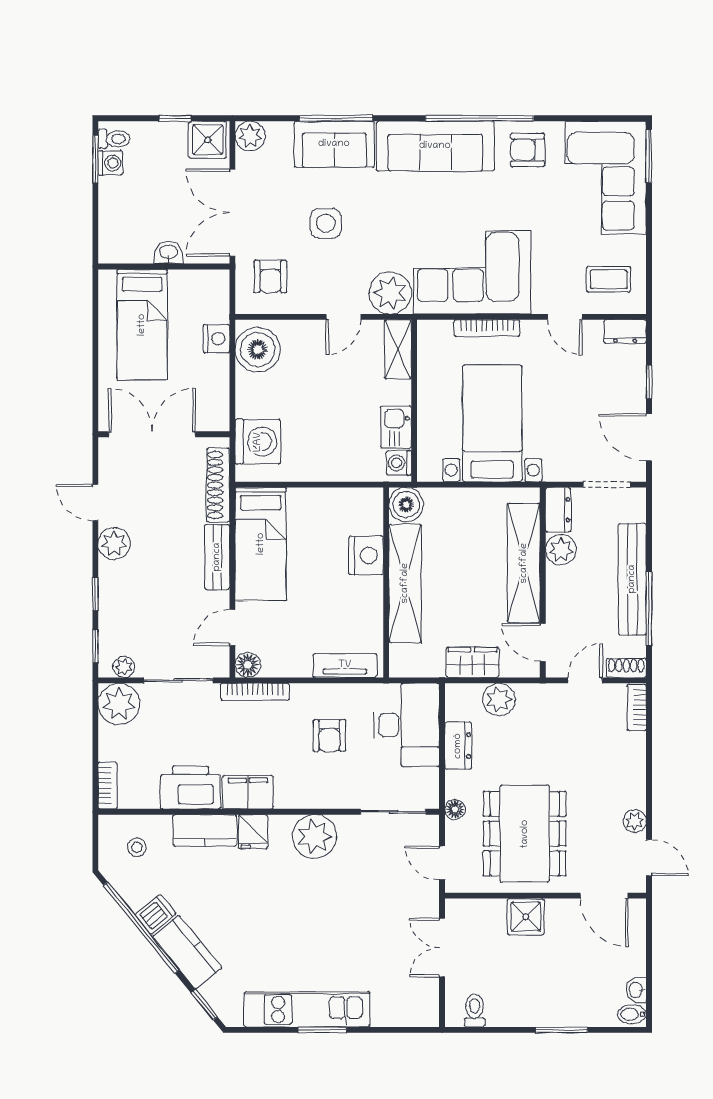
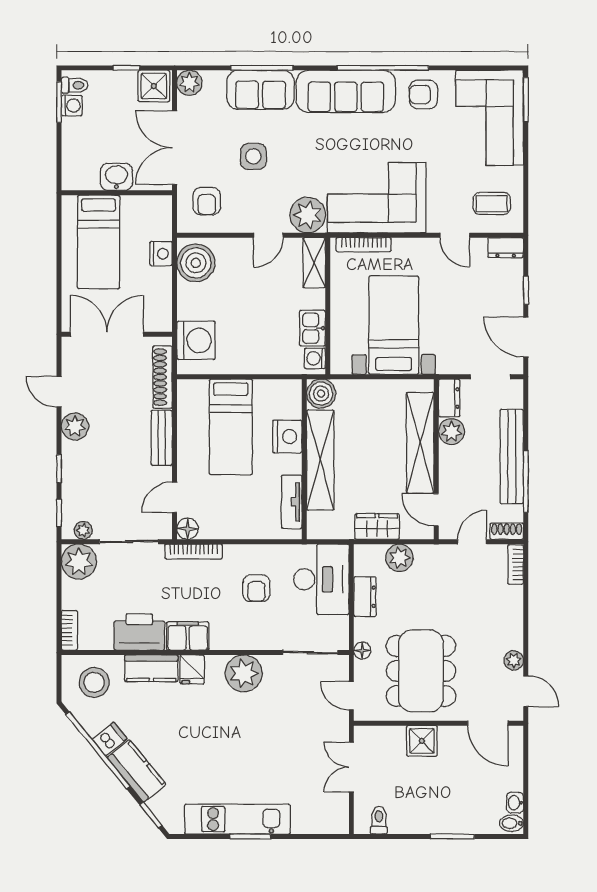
washbasin: (169, 253) -> (116, 177), width x1.38, depth x1.45
bookcase: (487, 328) -> (364, 245), moved
bed: (261, 544) -> (231, 427), moved
tv unit: (345, 665) -> (292, 502), moved, turned -90
stool: (137, 847) -> (94, 682), width x1.89, depth x1.89

